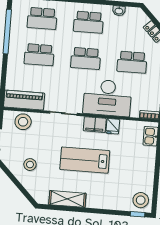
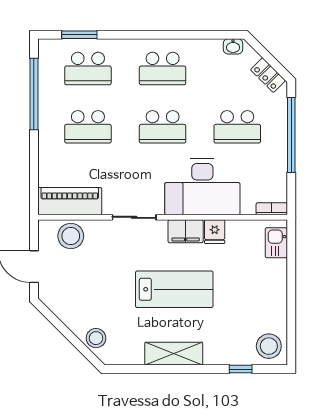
washbasin: (119, 11) -> (233, 46), moved
lab bench: (85, 160) -> (174, 289), turned 180
stool: (30, 165) -> (96, 338), moved
shelving: (67, 199) -> (174, 354), moved
window: (138, 214) -> (241, 369), moved

